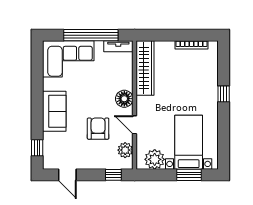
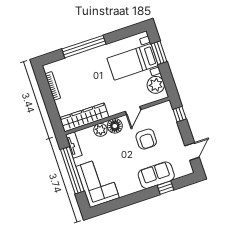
window: (224, 94) -> (84, 47), width x3.17
sofa: (54, 111) -> (156, 175), moved
armchair: (98, 129) -> (146, 139), turned -90
window: (37, 148) -> (165, 188), moved
plant: (125, 150) -> (100, 130), moved

